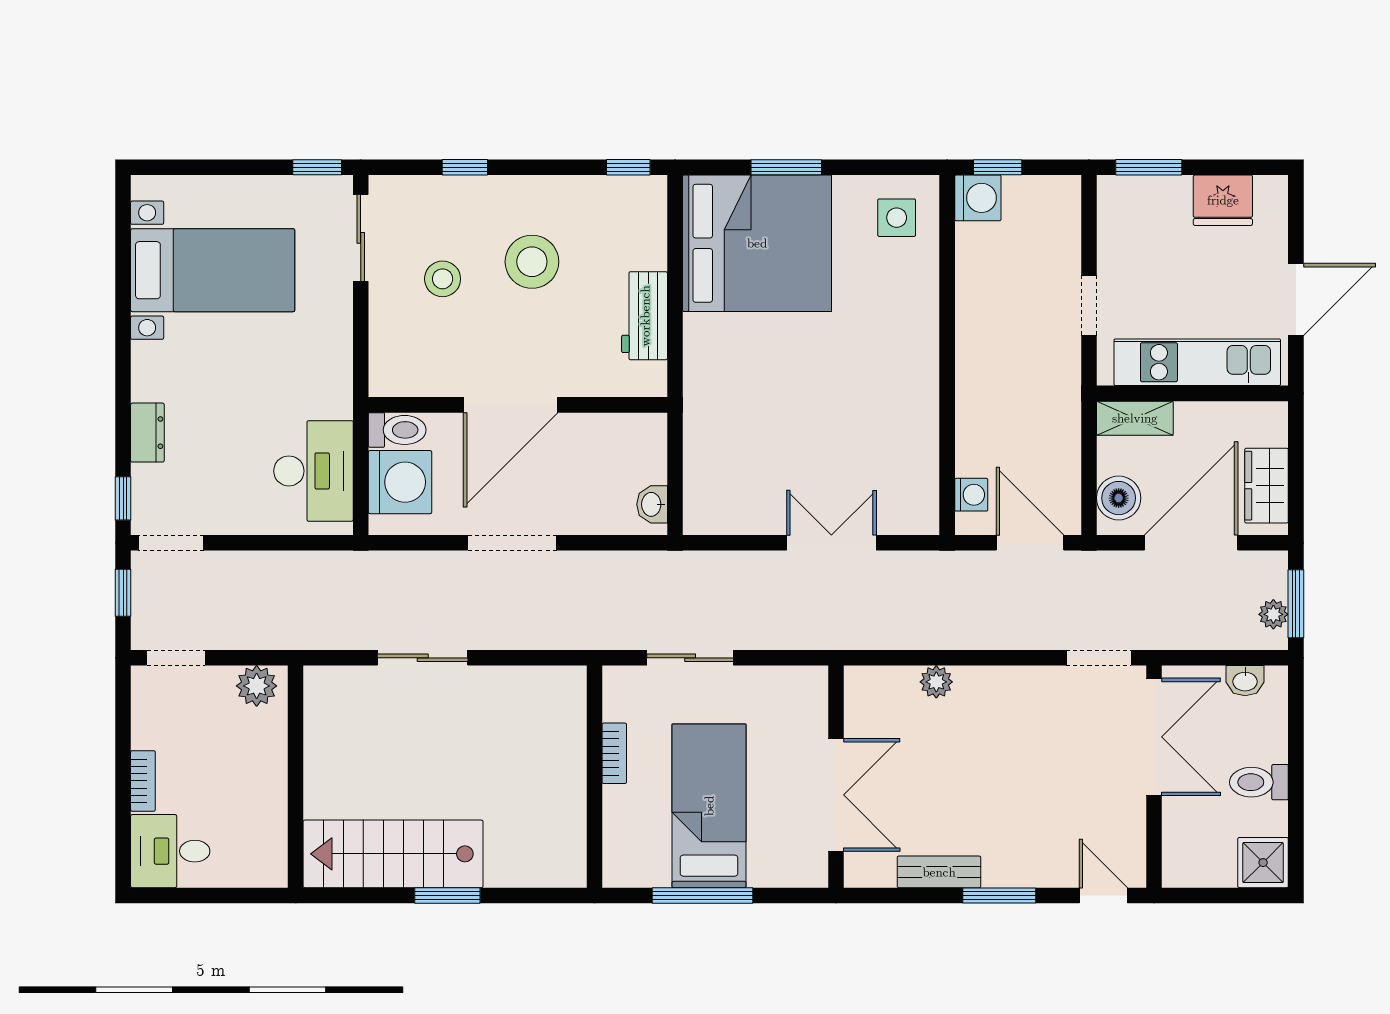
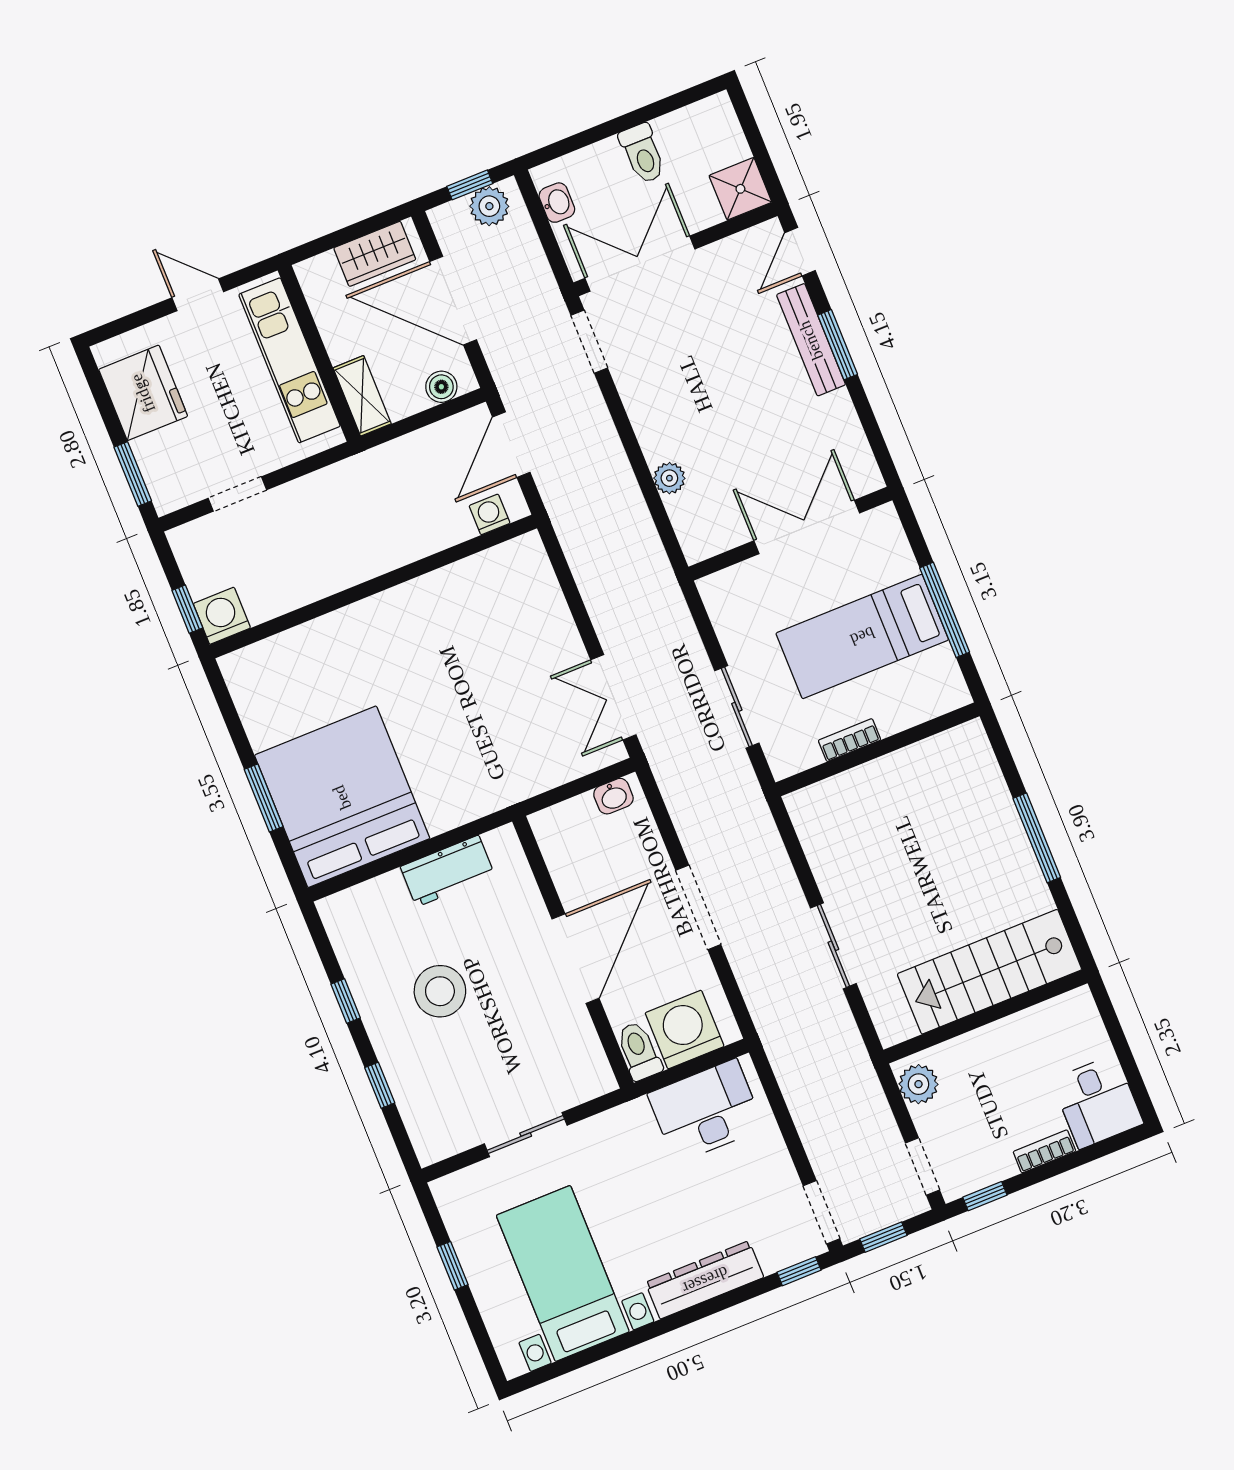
window: (317, 167) -> (453, 1266), moved
window: (628, 167) -> (346, 1001), moved
fridge: (1223, 200) -> (143, 393), width x1.36, depth x1.34
side table: (897, 218) -> (269, 681), removed
sliding door: (361, 238) -> (526, 1135), moved
stool: (443, 279) -> (487, 1065), removed
door: (1296, 299) -> (198, 295), width x0.73
doorway: (1089, 305) -> (237, 494), moved
door: (511, 405) -> (576, 959), hinge flipped
dresser: (147, 433) -> (705, 1280), width x1.96, depth x1.24
boiler: (1119, 498) -> (441, 387), width x0.73, depth x0.73
double door: (831, 543) -> (613, 697), moved
window: (1296, 604) -> (470, 185), width x0.67
plant: (1273, 614) -> (489, 206), width x1.38, depth x1.38
window: (123, 706) -> (985, 1196), added
stairs: (393, 854) -> (990, 972), moved, turned 90
shower: (1263, 863) -> (740, 189), moved
bench: (939, 872) -> (811, 340), moved, width x1.36
window: (447, 895) -> (1037, 838), width x1.44

